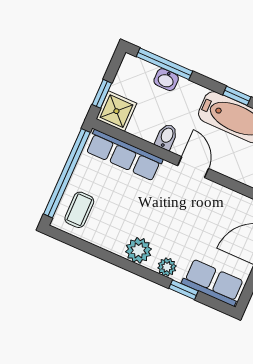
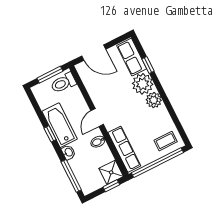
washbasin: (166, 80) -> (68, 152), moved
plant: (167, 267) -> (143, 84), width x1.87, depth x1.87

